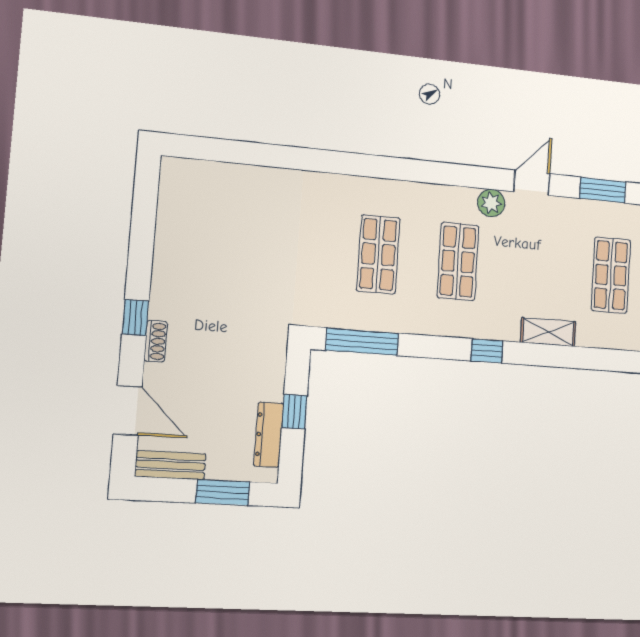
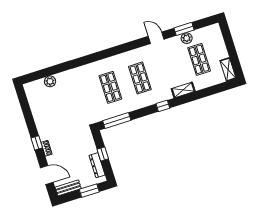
plant: (234, 178) -> (50, 81), added
door: (532, 183) -> (156, 38), hinge flipped
plant: (491, 203) -> (187, 38), moved

